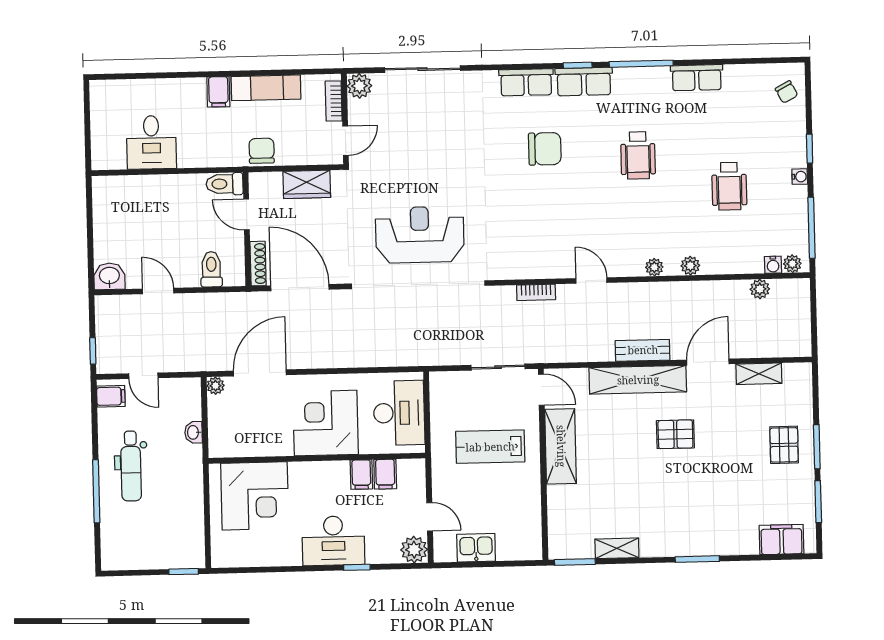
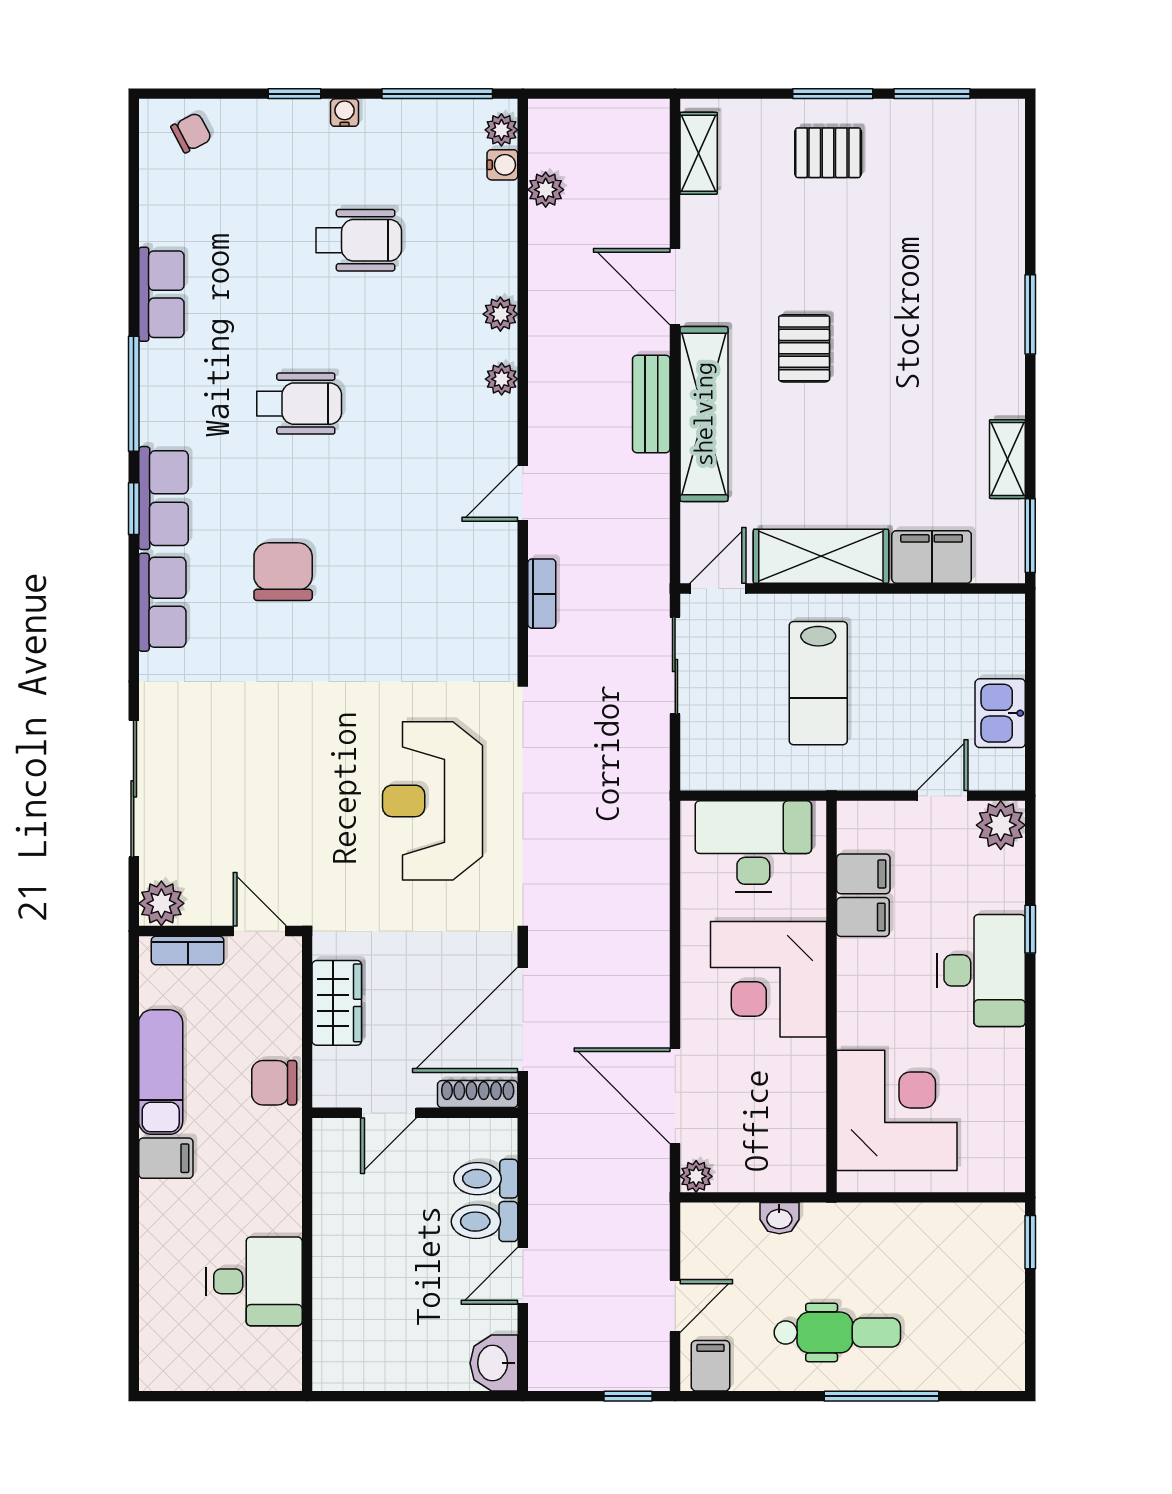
toilet: (225, 184) -> (485, 1222), moved, turned 90
shelving: (759, 374) -> (699, 153), moved
filing cabinet: (782, 540) -> (932, 557), moved, turned 90

